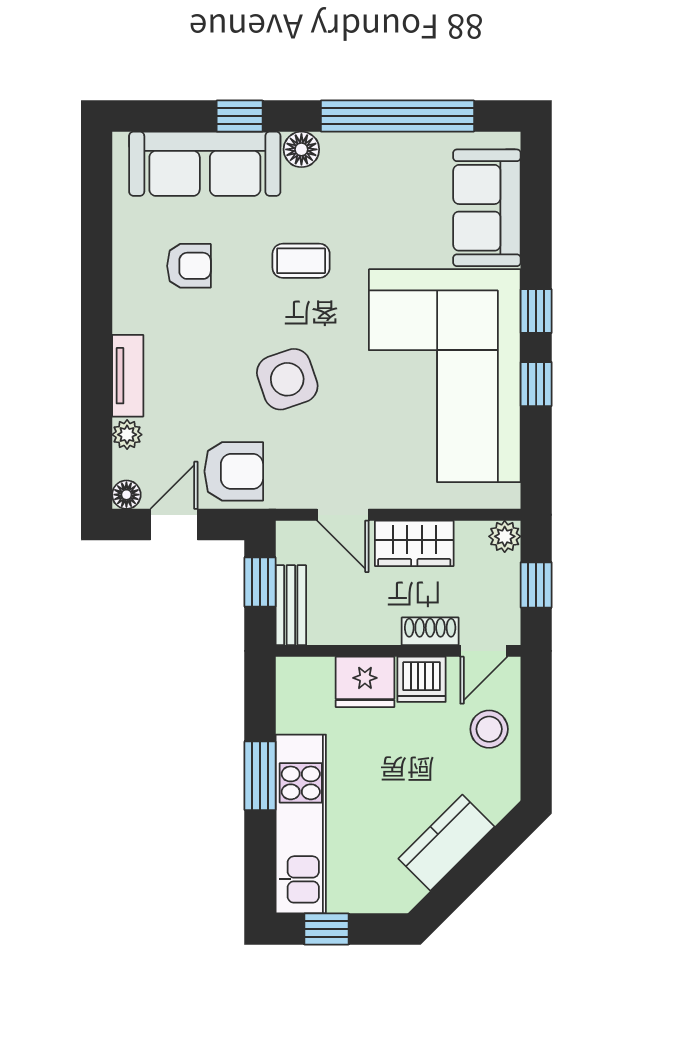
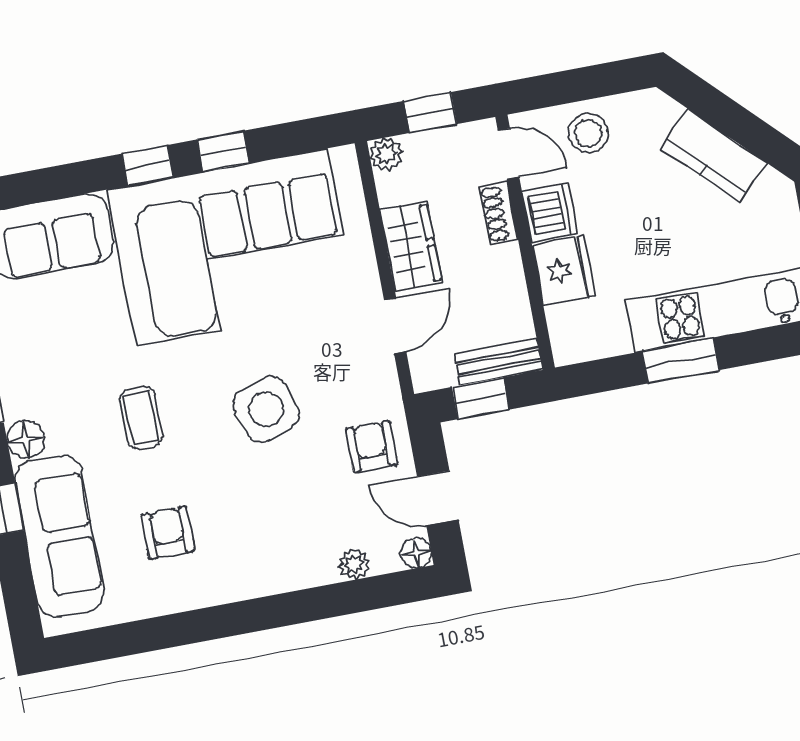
tv unit: (128, 376) -> (293, 575), removed
armchair: (234, 471) -> (371, 447), width x0.72, depth x0.72

